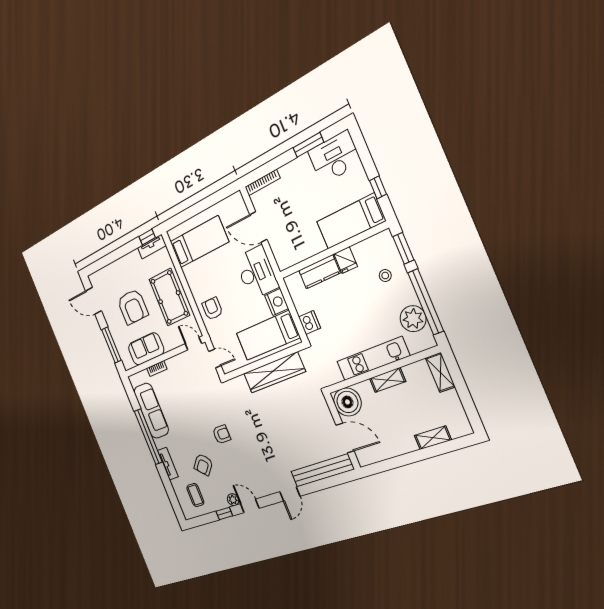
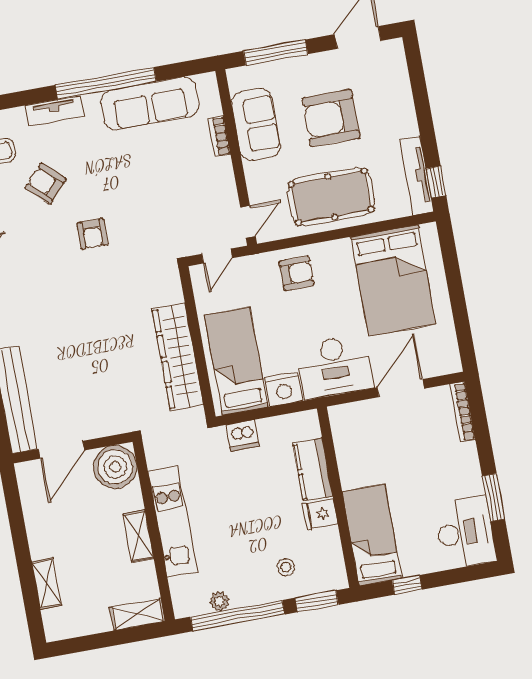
bed: (199, 242) -> (393, 280), width x1.50
tv unit: (152, 247) -> (417, 176), width x1.41
plant: (413, 319) -> (220, 601), width x0.53, depth x0.53

